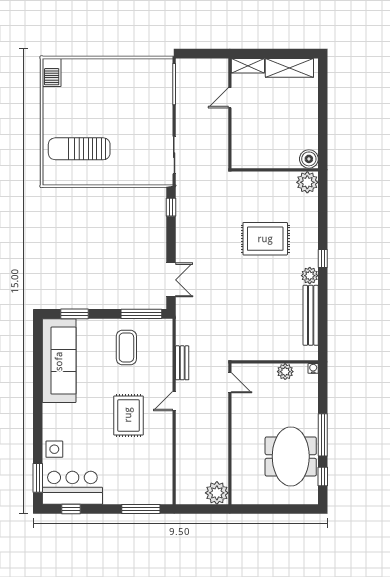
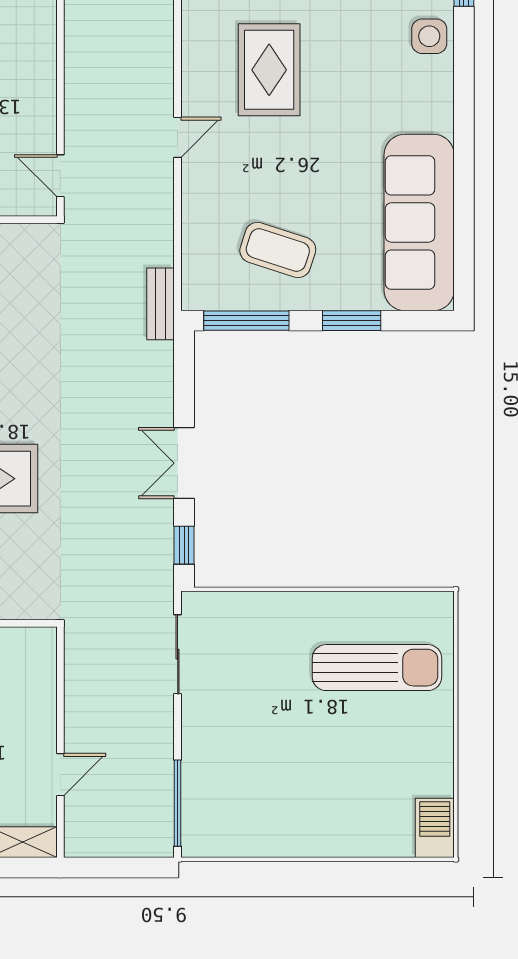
double door: (171, 280) -> (184, 463), moved
window: (74, 314) -> (352, 321), moved
coffee table: (126, 347) -> (278, 250), turned -72
bench: (182, 363) -> (161, 304), moved
rug: (128, 415) -> (269, 70), moved

